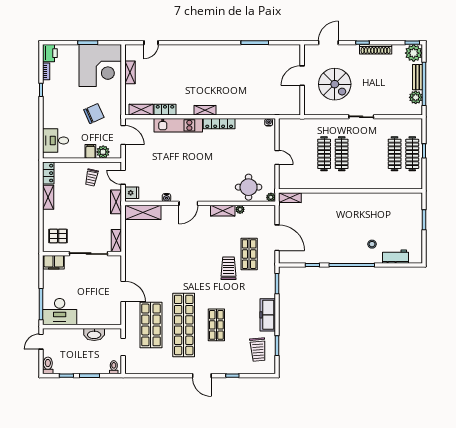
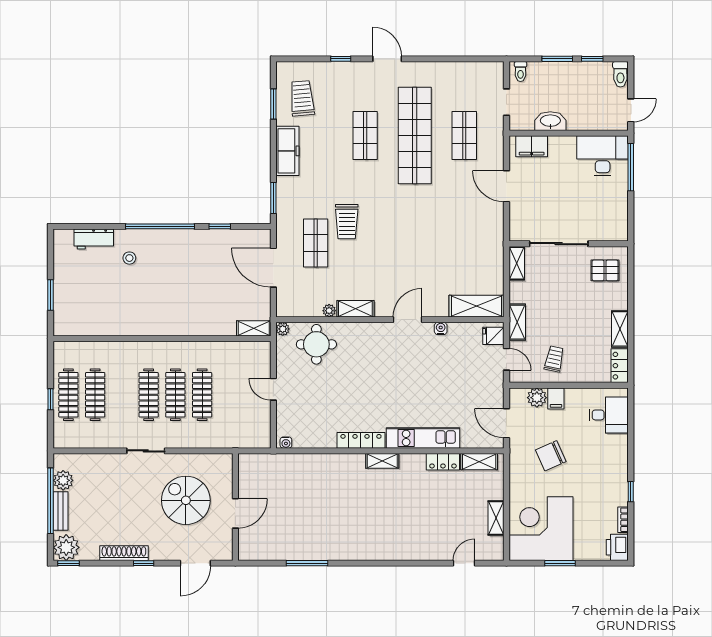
clothes rail: (359, 154) -> (149, 395), added
filing cabinet: (54, 262) -> (532, 146), moved, turned 180
shop shelf: (151, 325) -> (464, 136), width x0.70, depth x0.74

